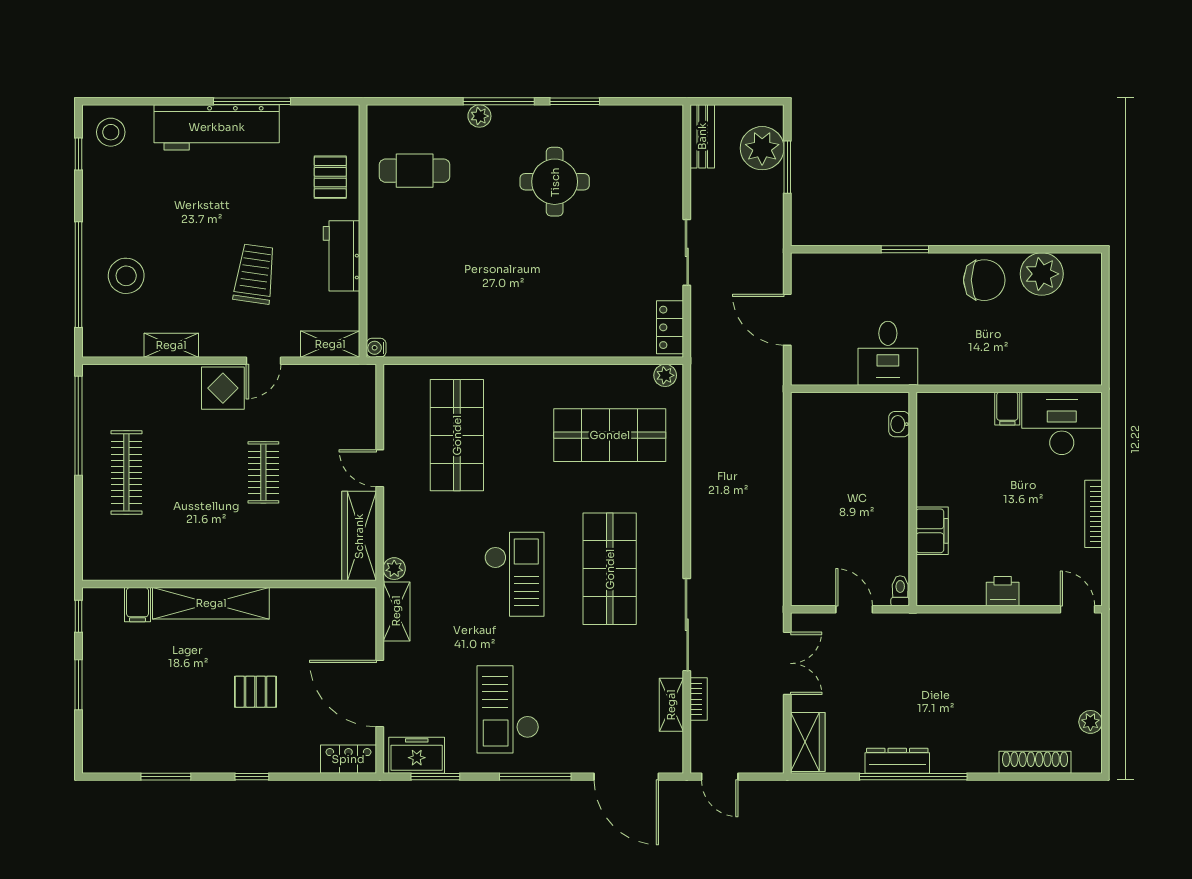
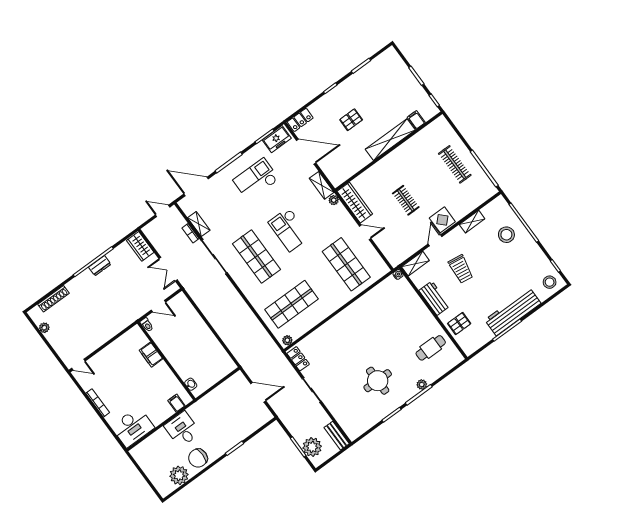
pallet: (330, 177) -> (459, 323), turned 90
desk: (888, 353) -> (182, 429), moved
filing cabinet: (1007, 409) -> (176, 403), moved
printer: (1003, 591) -> (110, 352), removed
checkout: (508, 709) -> (256, 179), turned -90
dresser: (897, 761) -> (100, 266), width x0.70

